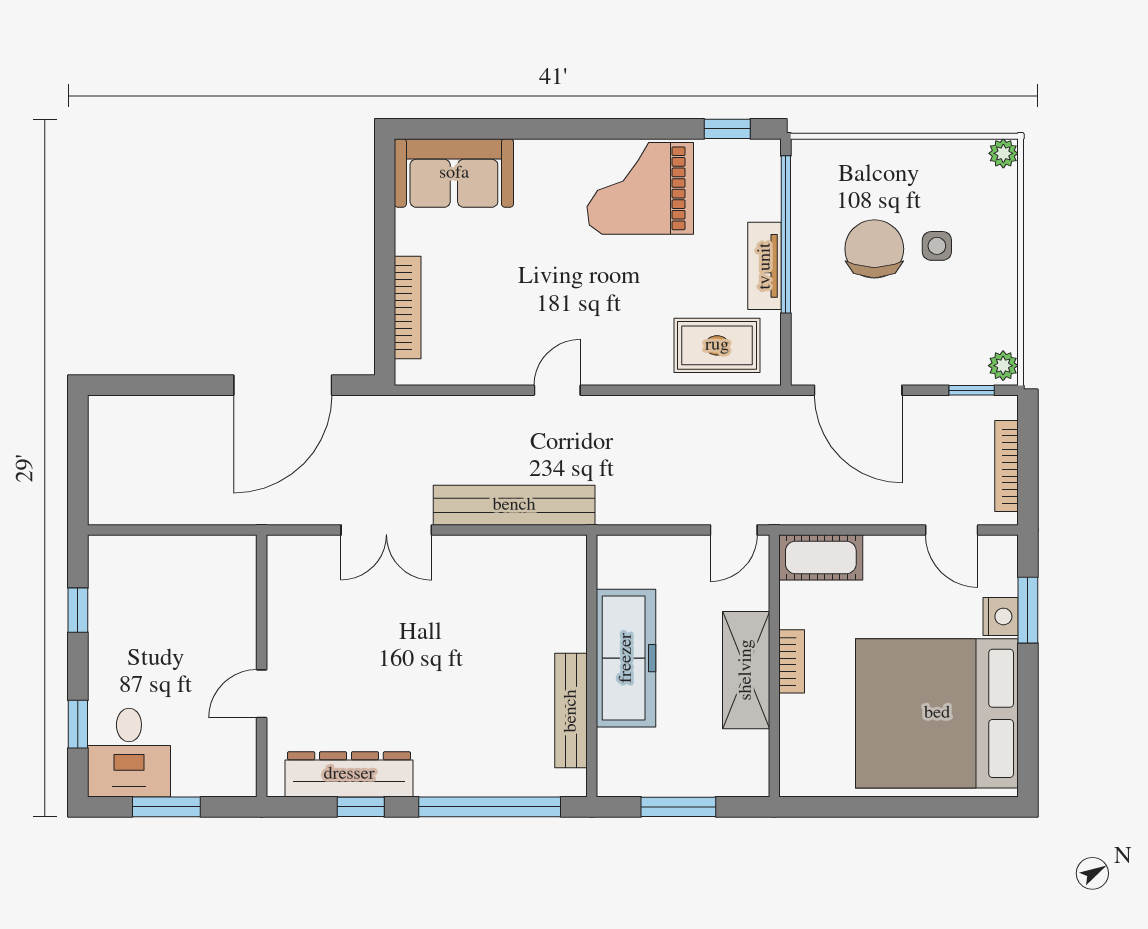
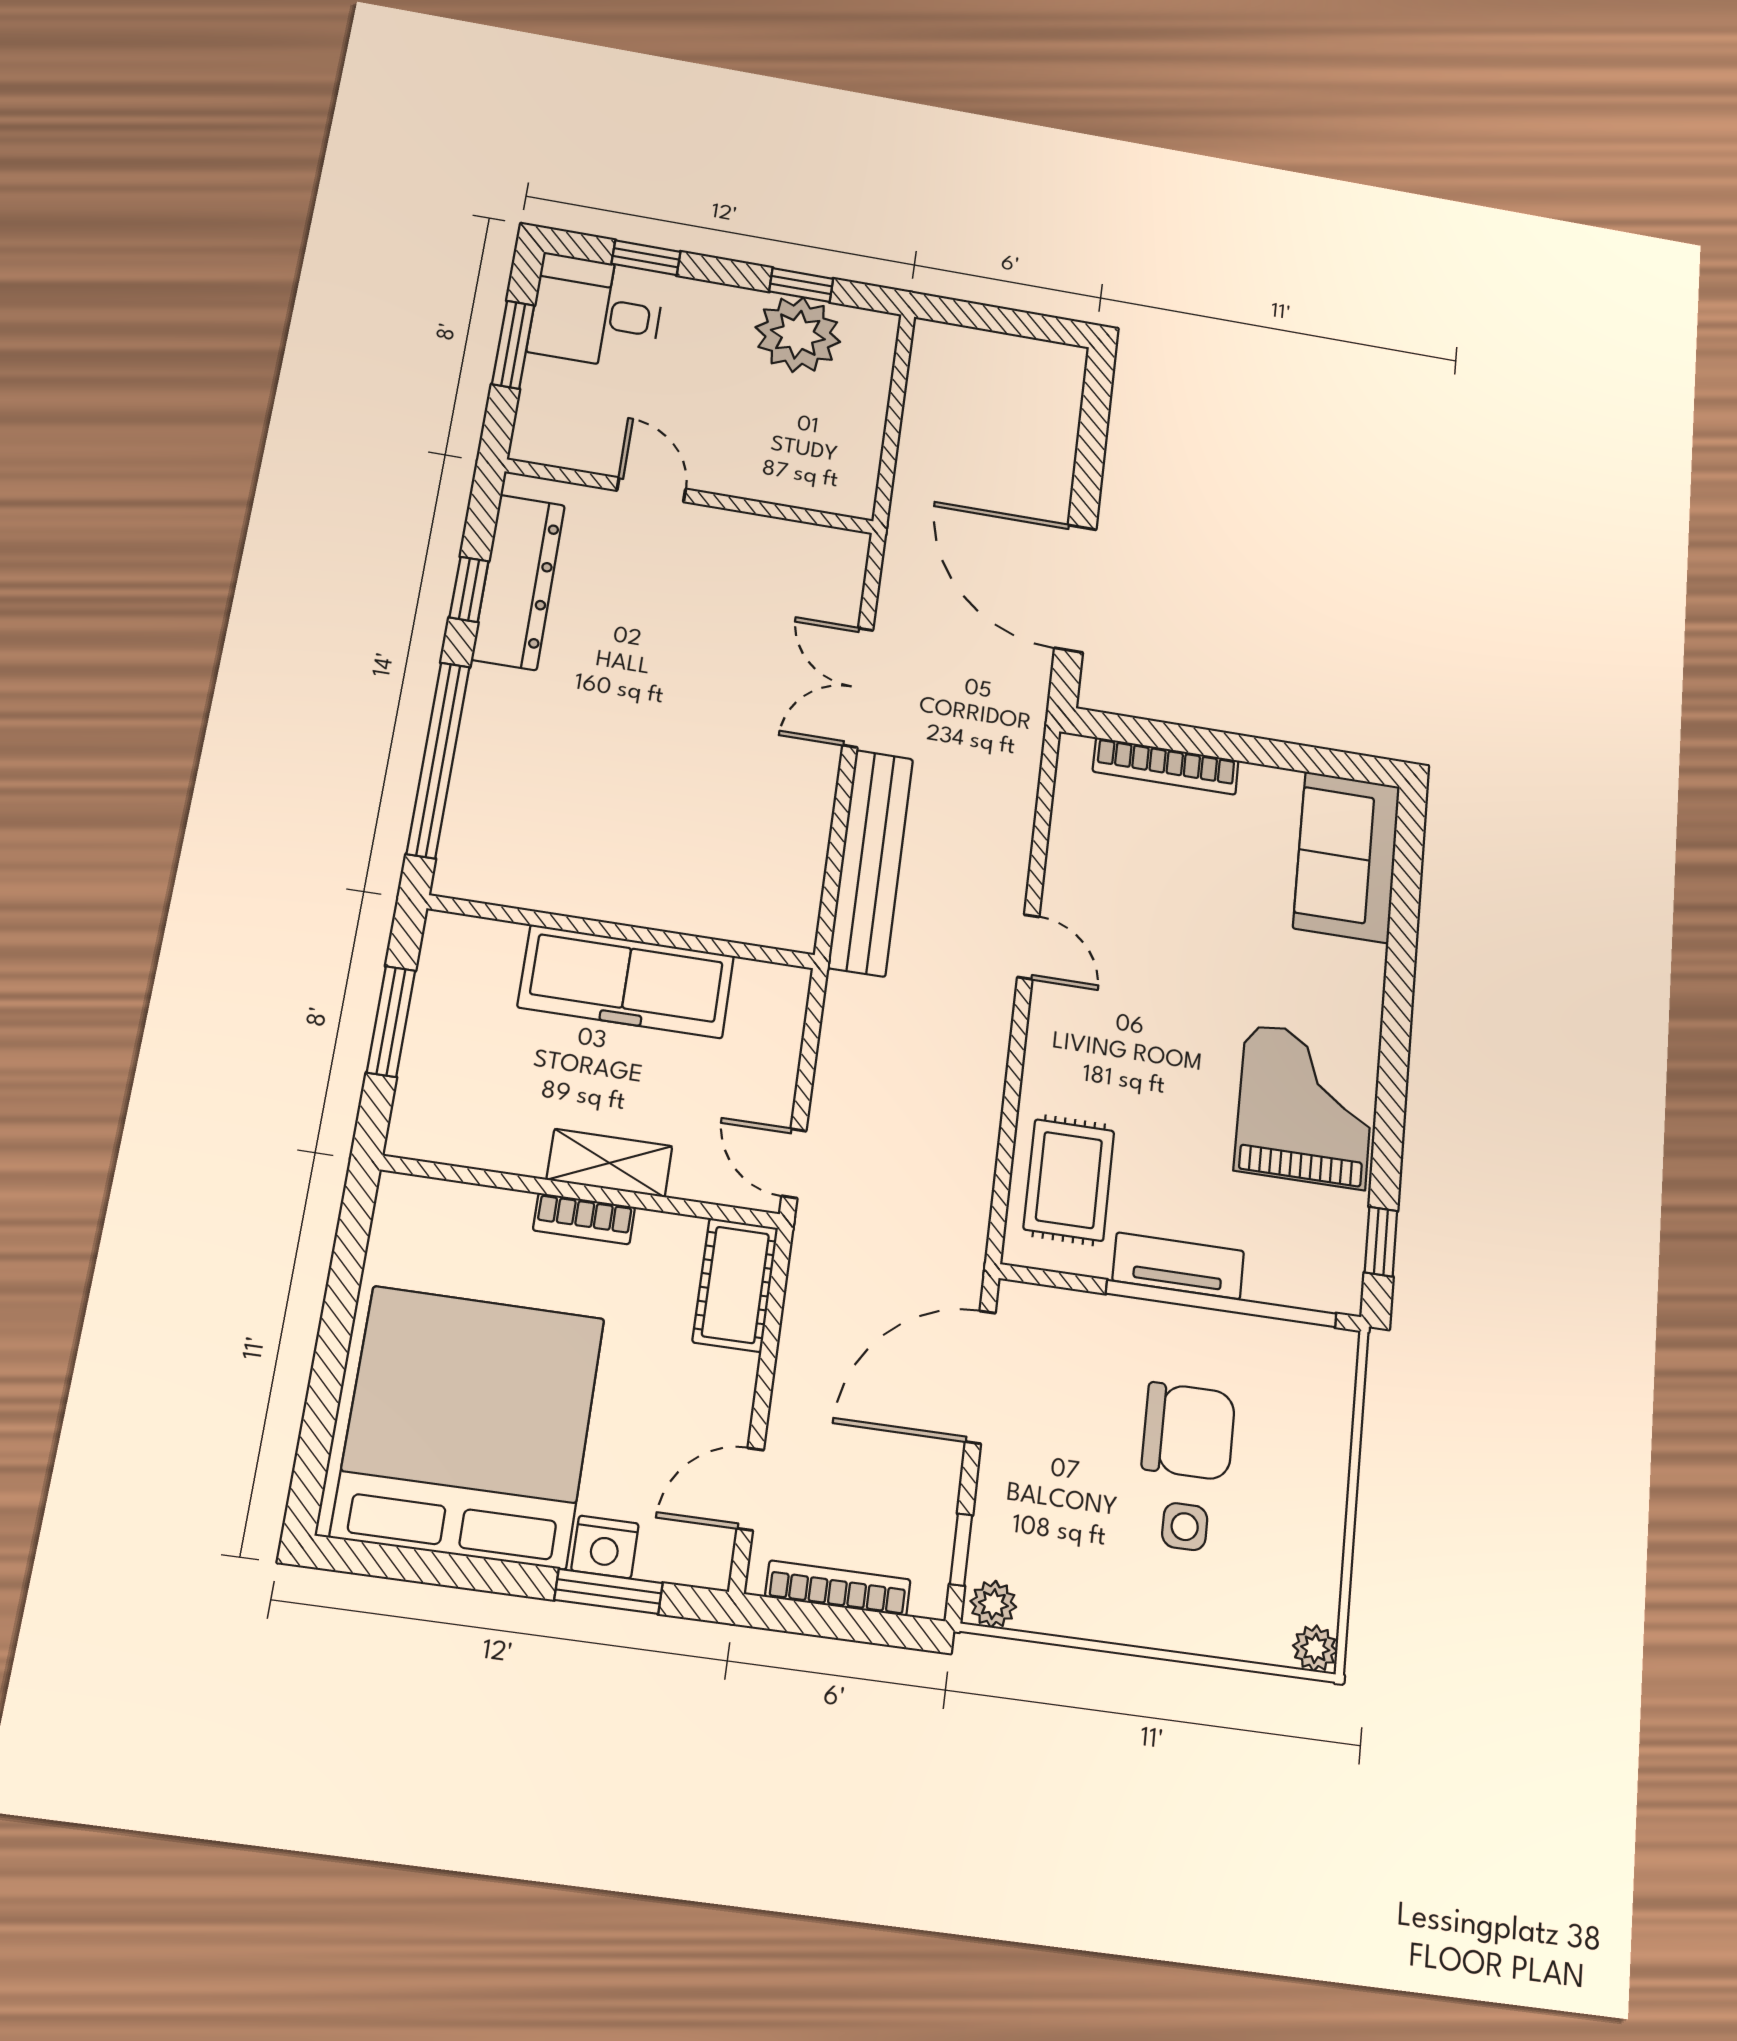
plant: (119, 607) -> (798, 335), added
shelving: (746, 670) -> (609, 1163), width x0.67, depth x0.75
bench: (571, 711) -> (561, 893), removed

